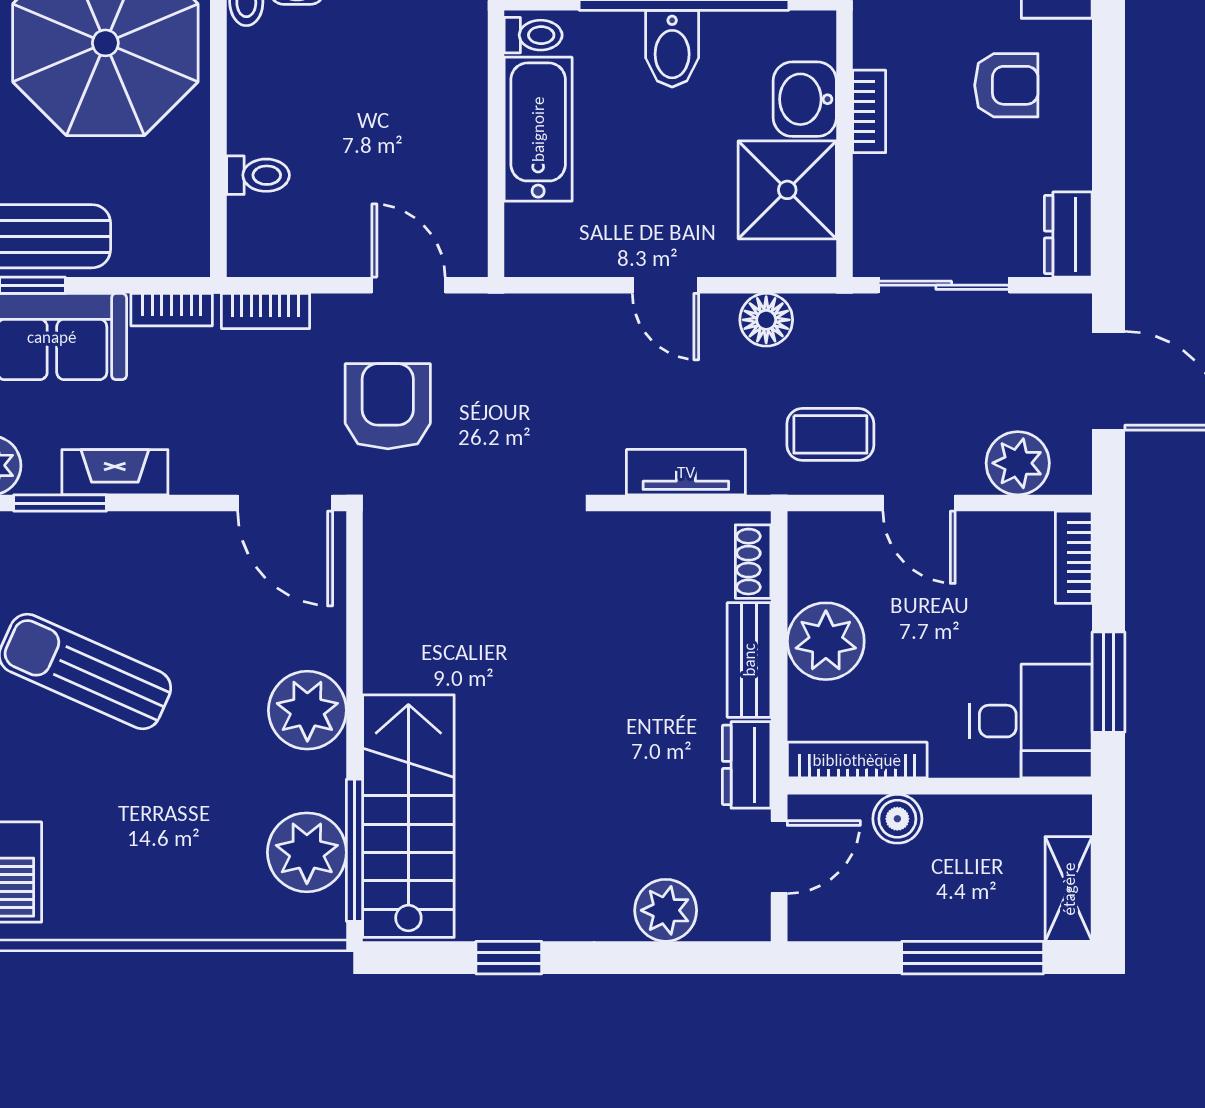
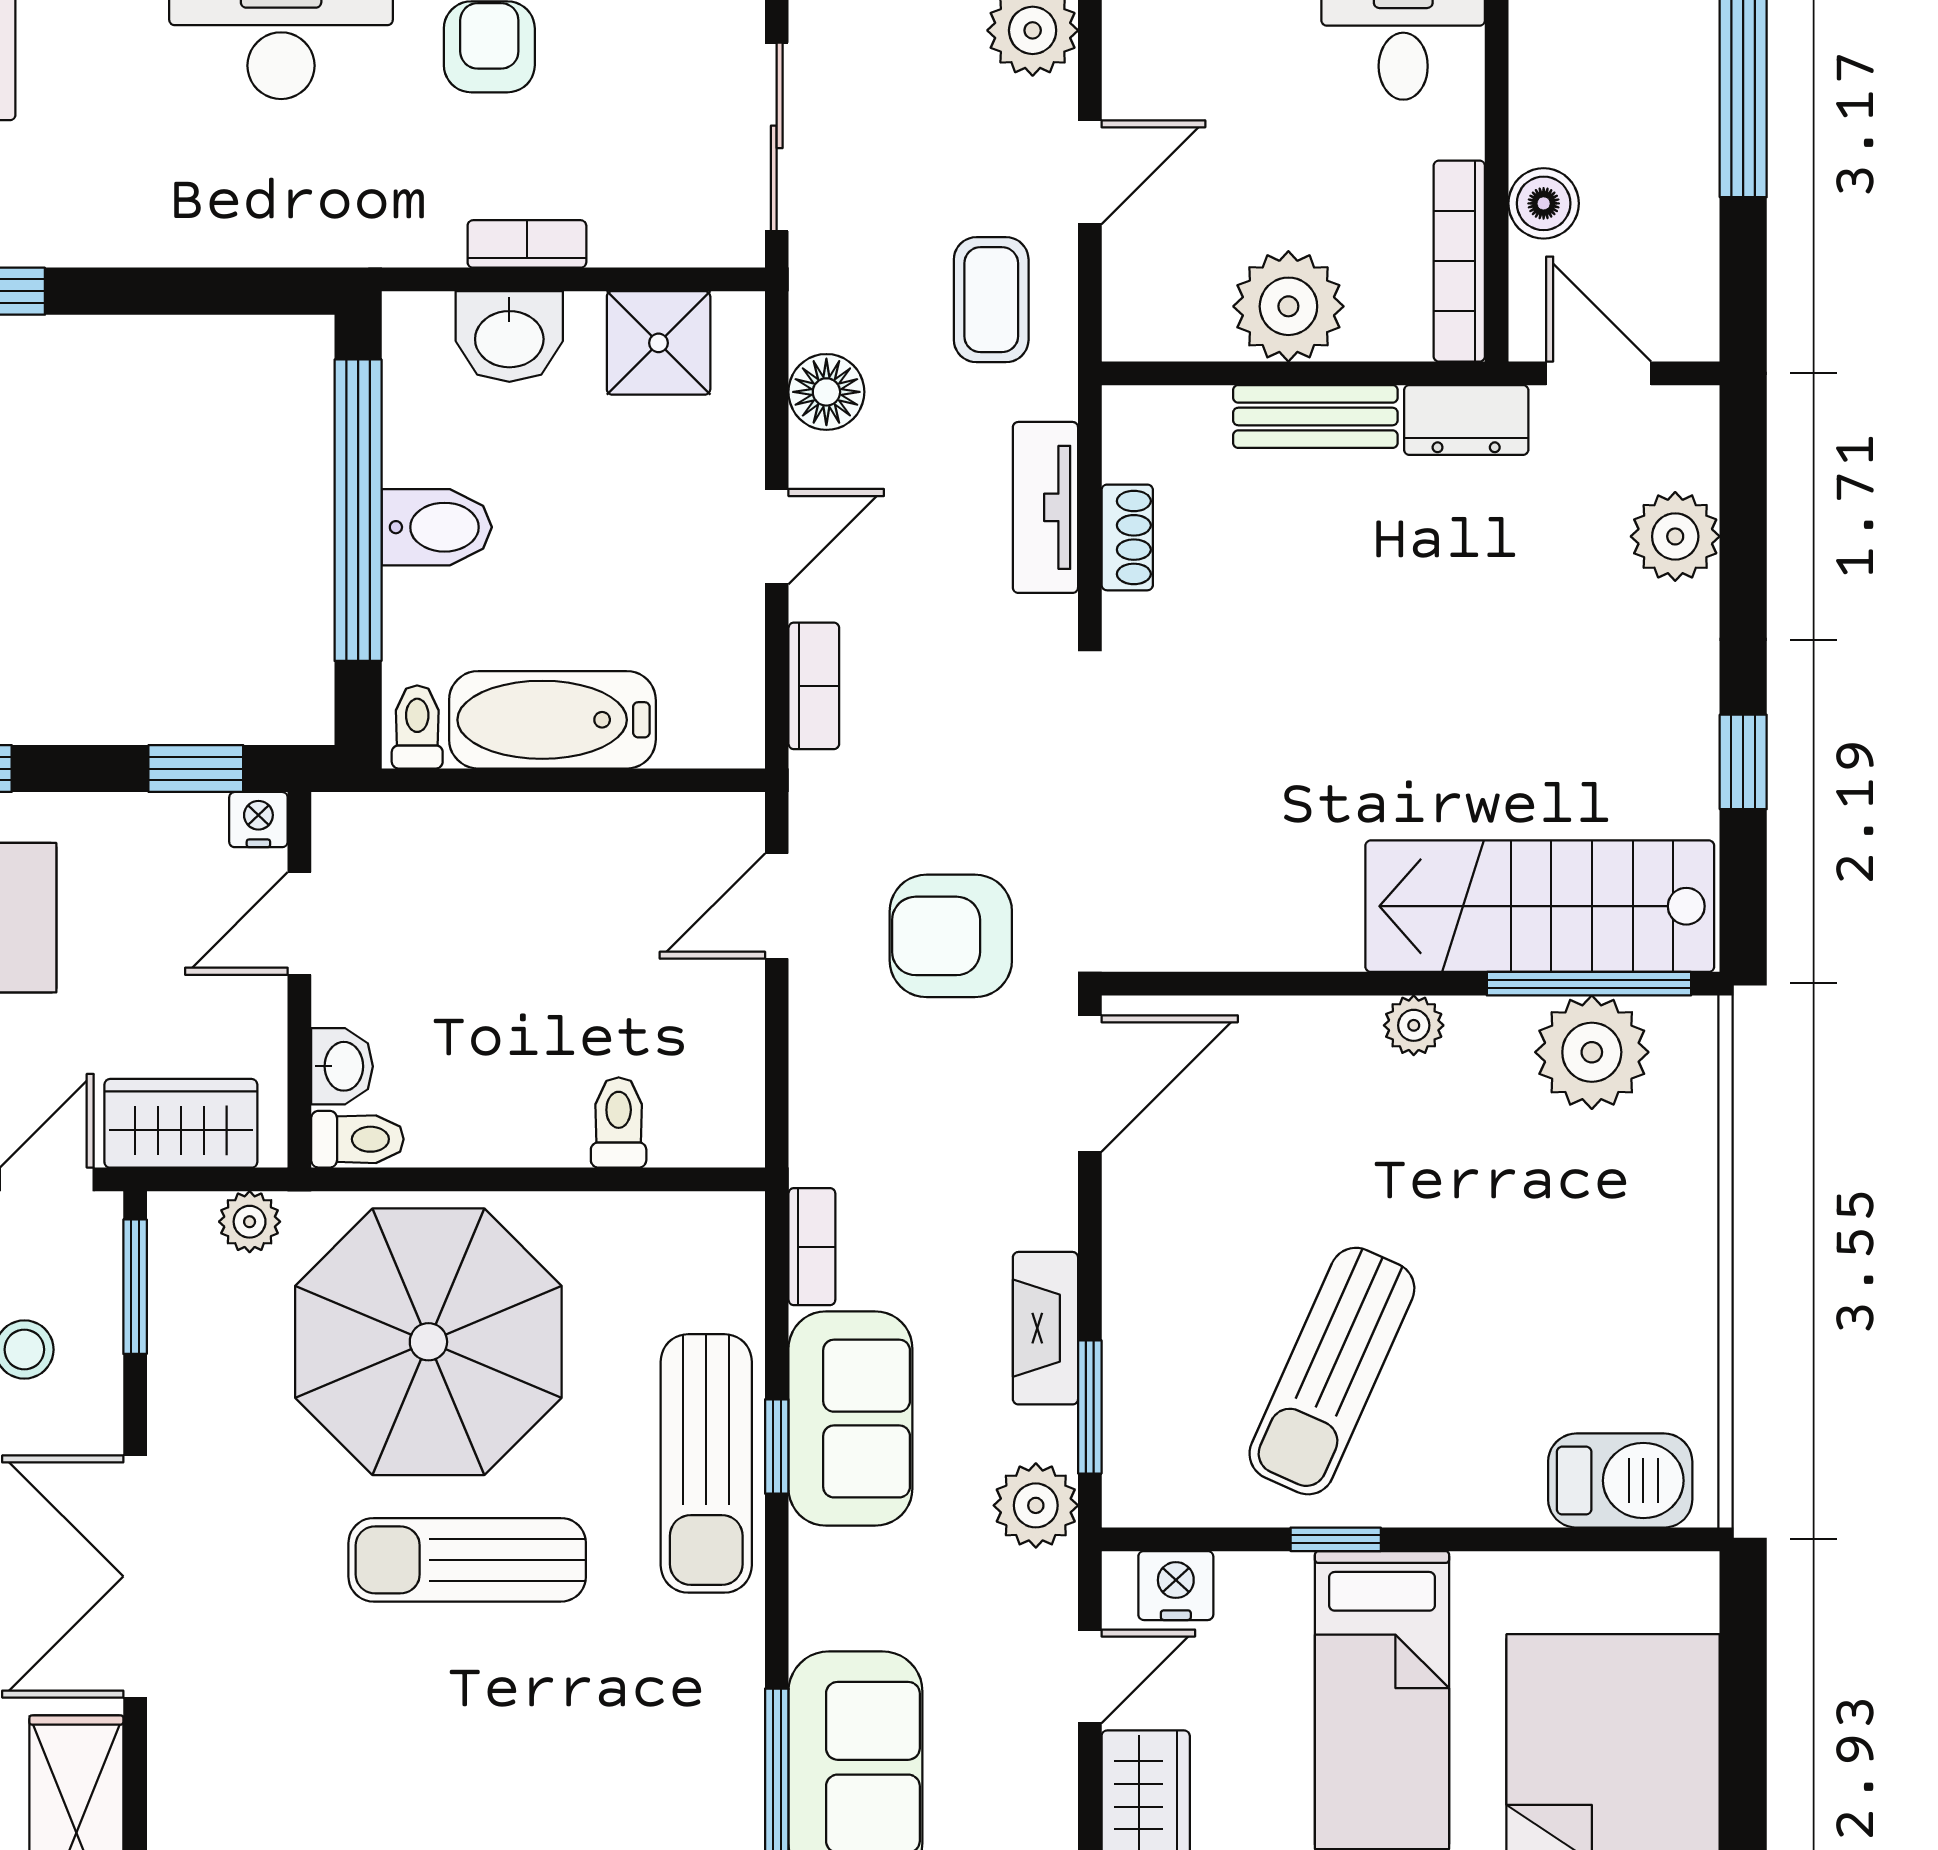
shower: (787, 190) -> (659, 343), width x0.73, depth x0.73
bookcase: (265, 311) -> (814, 686), moved
shoe rack: (753, 562) -> (1127, 537), moved, turned -90
plant: (307, 710) -> (1414, 1025), width x0.53, depth x0.53

